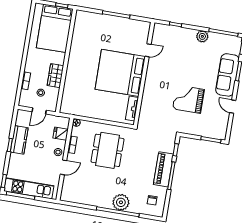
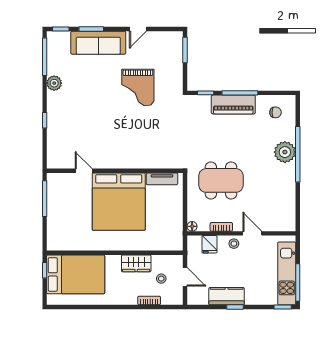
door: (148, 50) -> (84, 171), moved
bed: (120, 73) -> (119, 202), moved
wall: (144, 74) -> (115, 171), moved
tv unit: (132, 109) -> (162, 179), moved

